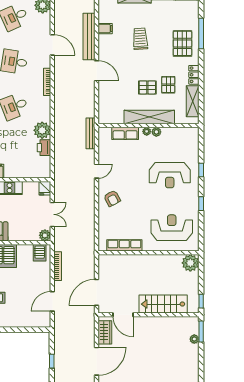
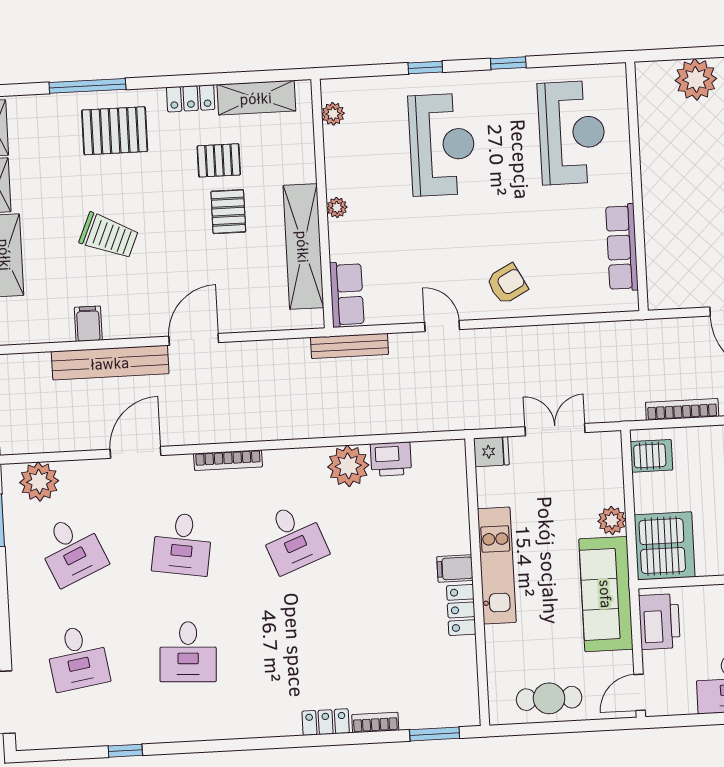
trolley: (140, 39) -> (109, 236), turned -153
shelving: (149, 117) -> (303, 247), moved
plant: (156, 132) -> (333, 114), moved
row of seats: (125, 133) -> (347, 294), moved
reception desk: (172, 228) -> (572, 133), turned 180
plant: (45, 235) -> (612, 521), moved
plant: (190, 263) -> (696, 79), moved

